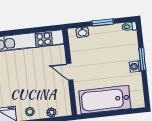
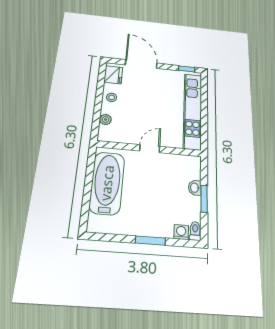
washbasin: (82, 32) -> (195, 188), moved
washing machine: (135, 67) -> (181, 232), moved

